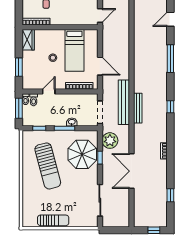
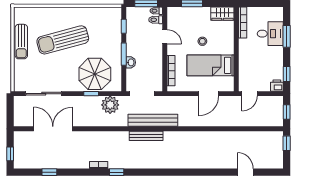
door: (100, 15) -> (249, 94), hinge flipped
window: (170, 59) -> (201, 172), removed
door: (100, 66) -> (209, 94), moved
window: (170, 107) -> (117, 172), moved
sun lounger: (48, 166) -> (63, 40), moved
double door: (131, 171) -> (53, 129), moved

